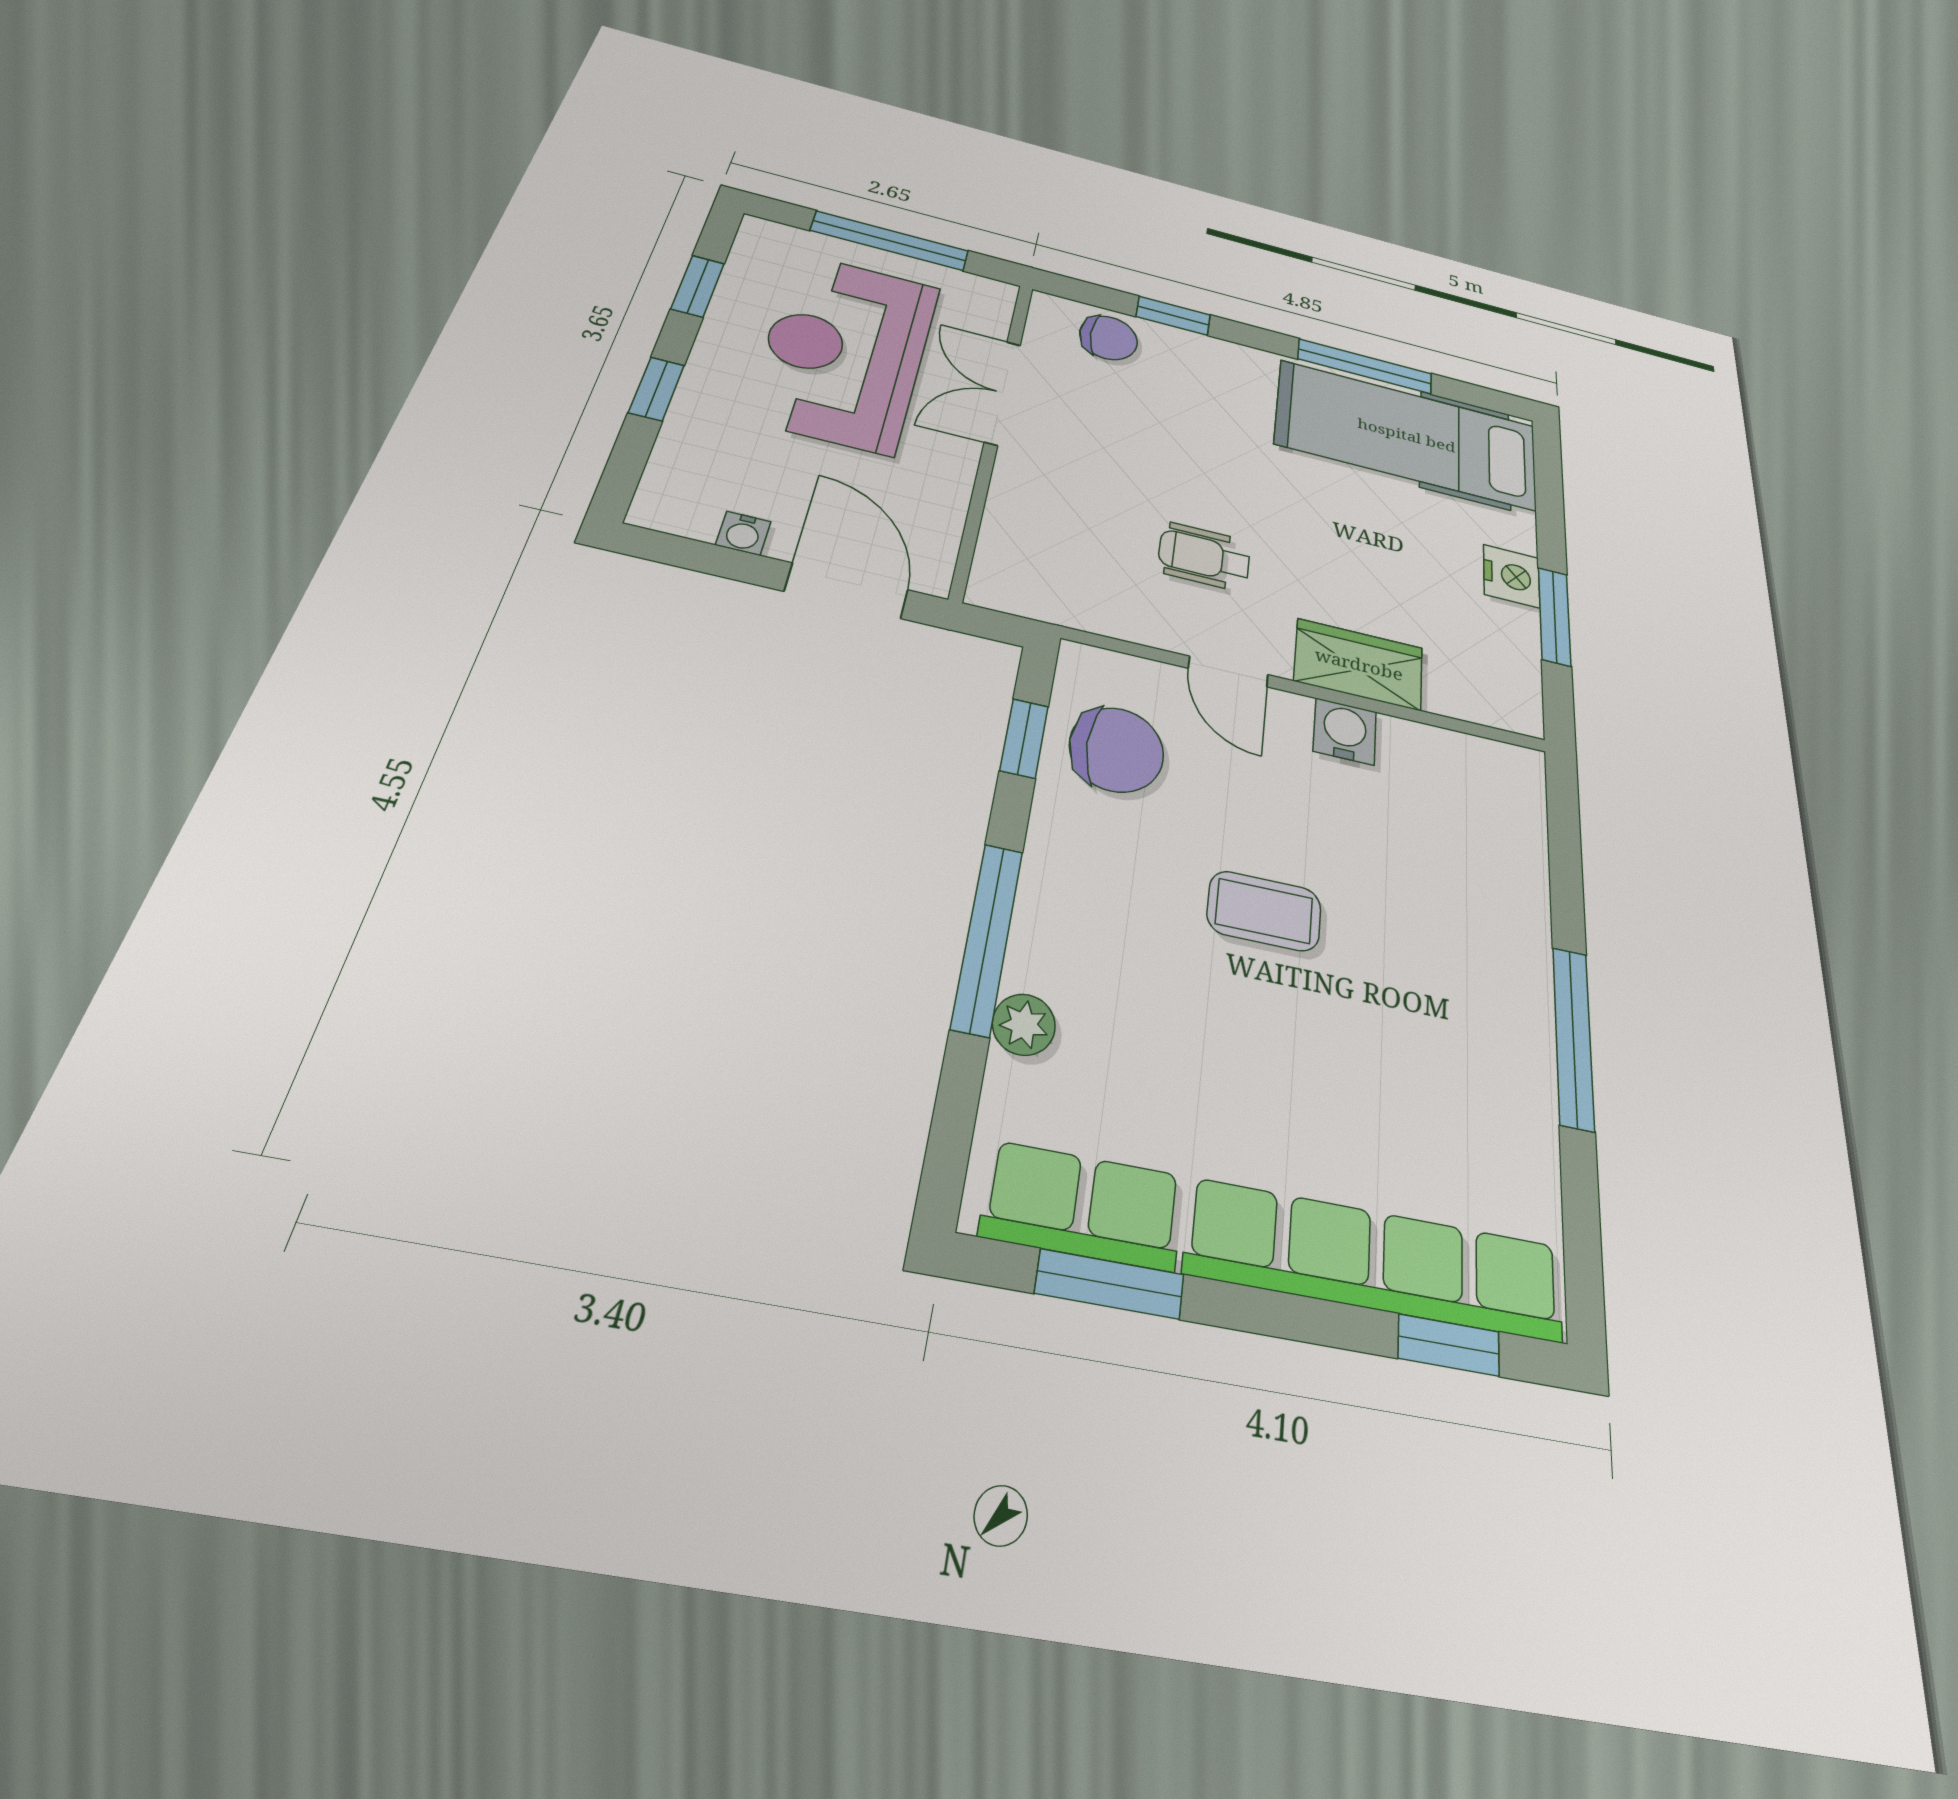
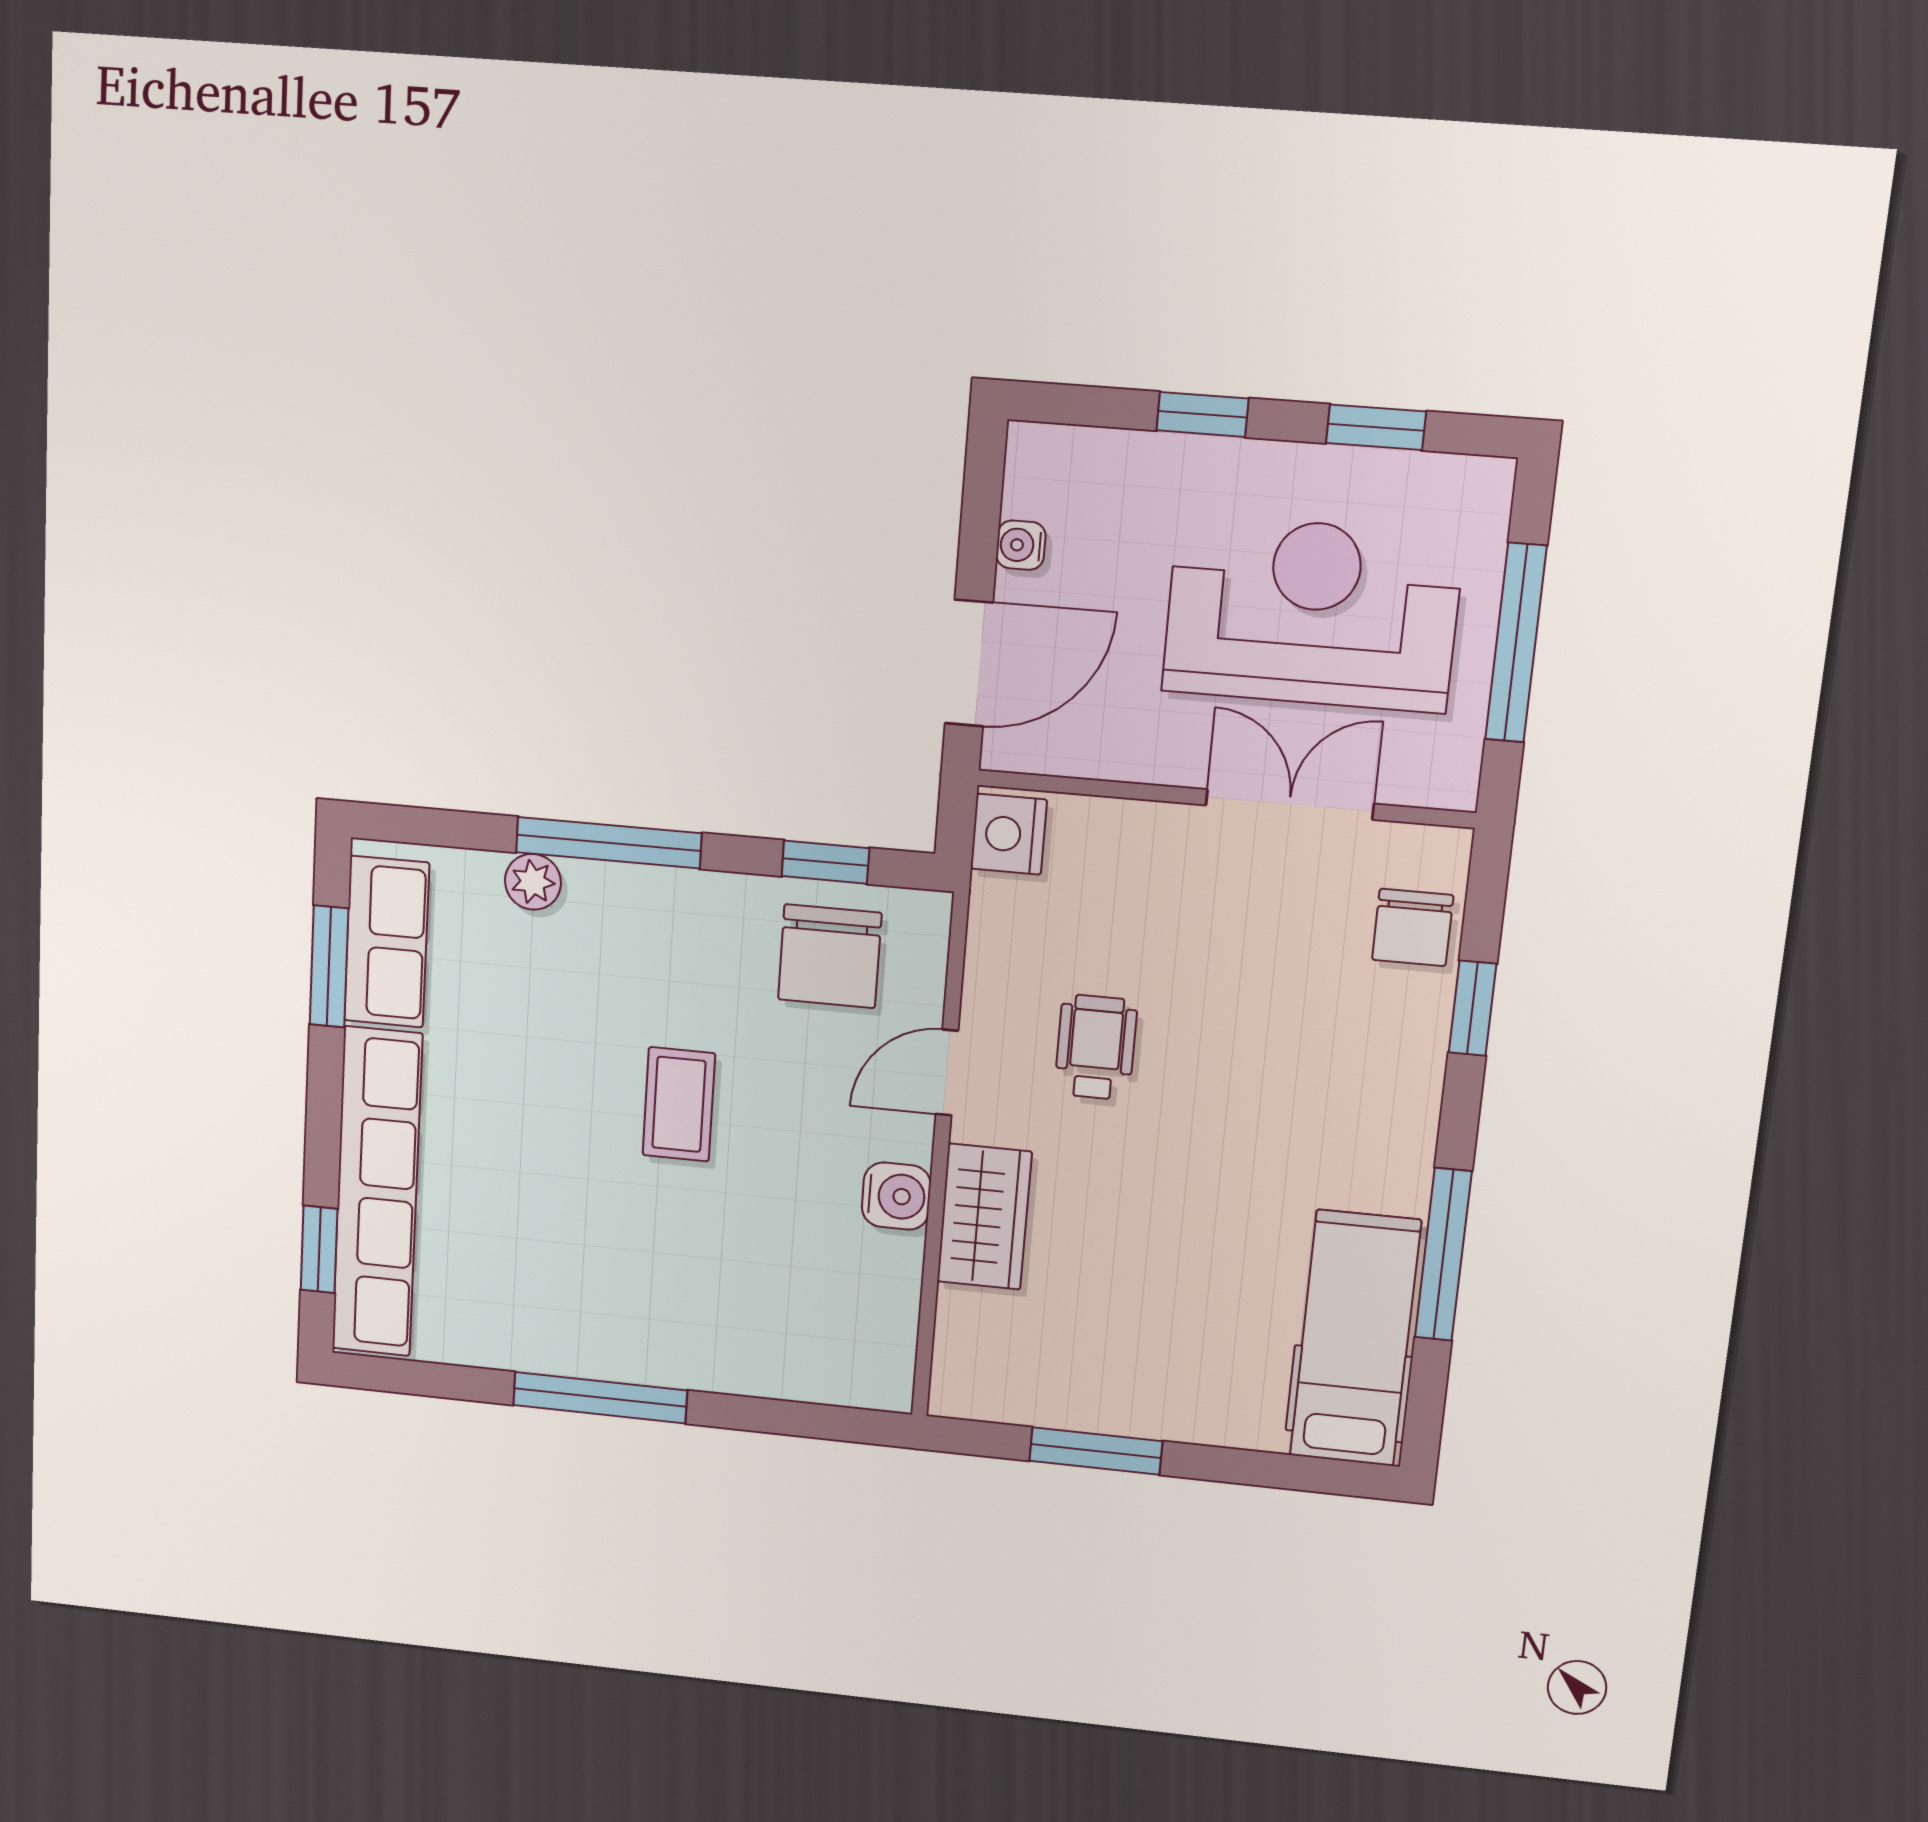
hospital bed: (1407, 435) -> (1355, 1339), width x0.73, depth x0.78
nightstand: (1512, 576) -> (1009, 834), moved, turned 90

